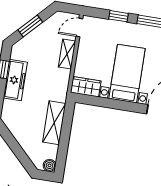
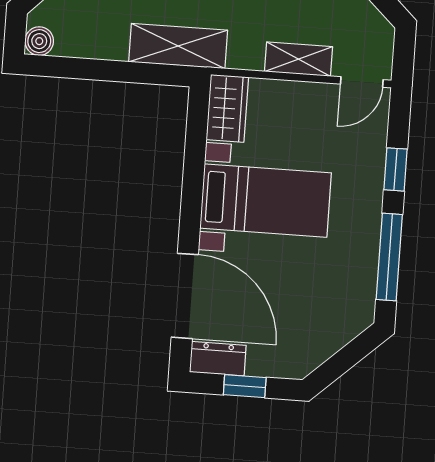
door: (79, 27) -> (362, 82), swing flipped
shelving: (54, 123) -> (178, 46), moved

